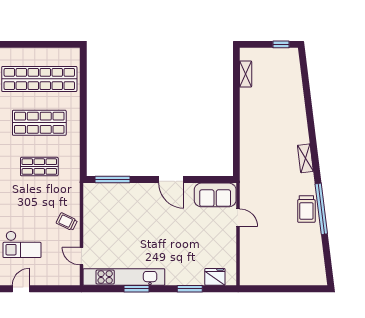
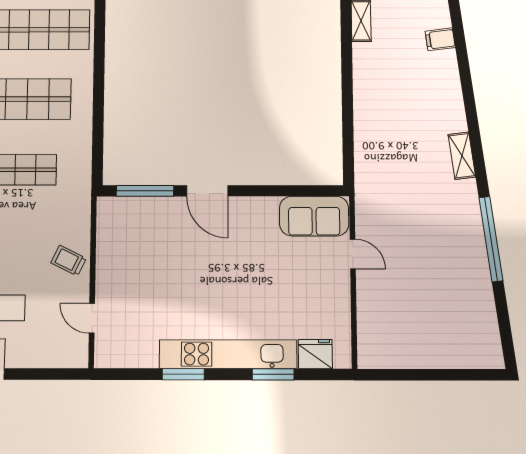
filing cabinet: (294, 86) -> (440, 39), added
door: (171, 180) -> (207, 191), moved
trolley: (306, 209) -> (466, 240), removed
kitchen unit: (124, 277) -> (228, 354), moved

